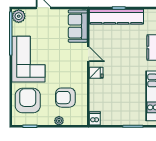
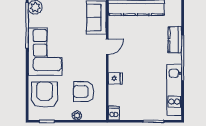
door: (88, 54) -> (107, 47), hinge flipped
fridge: (96, 73) -> (115, 78), moved

